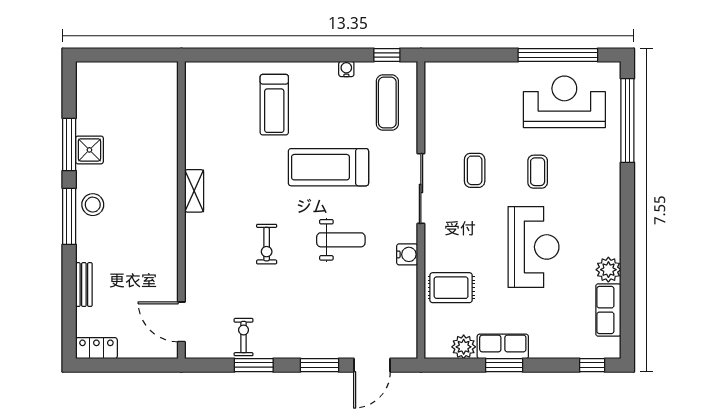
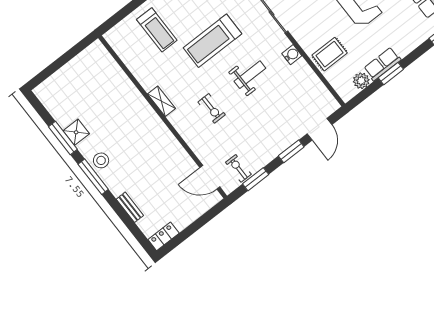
shelving: (194, 191) -> (162, 101), moved
wall: (181, 210) -> (163, 117), moved
door: (181, 322) -> (210, 177), moved

